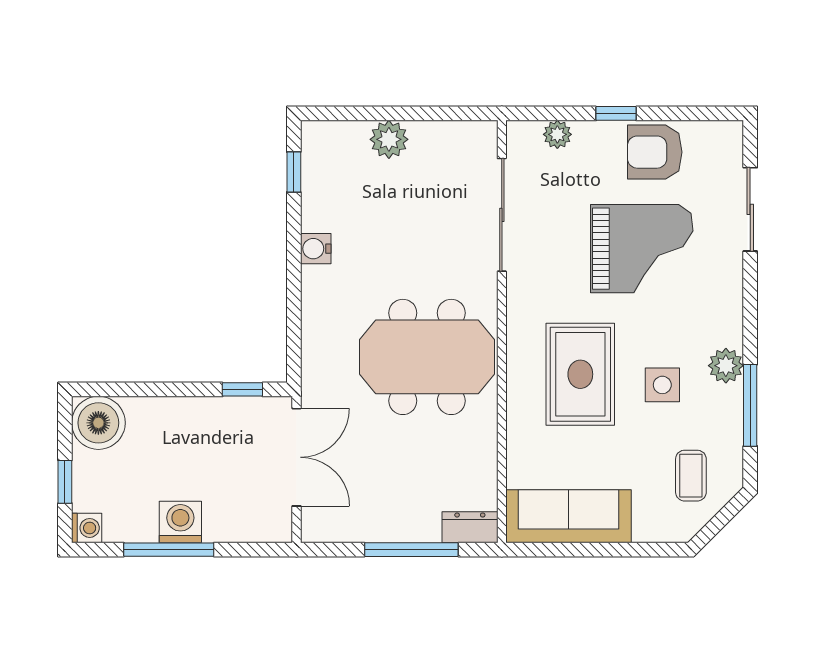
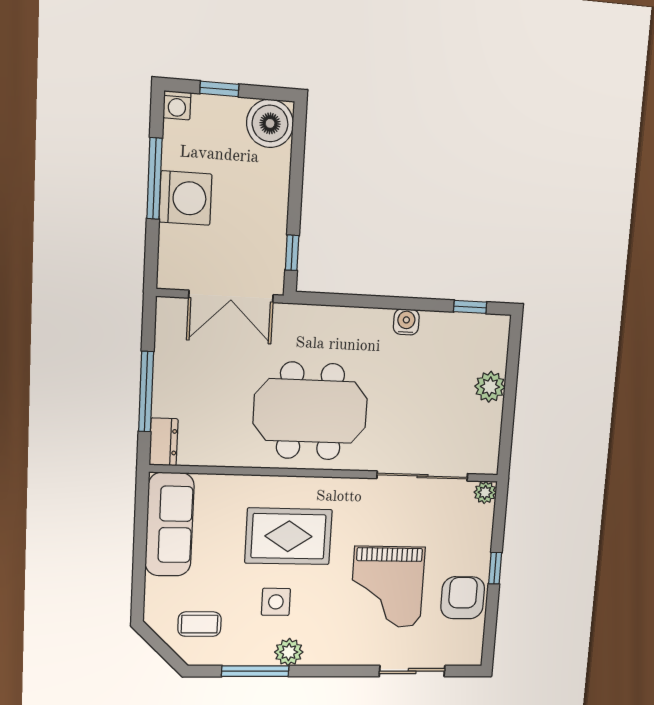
plant: (557, 134) -> (485, 492), moved
meeting table: (427, 357) -> (310, 411), turned 90
washing machine: (180, 522) -> (185, 198), width x1.37, depth x1.37

